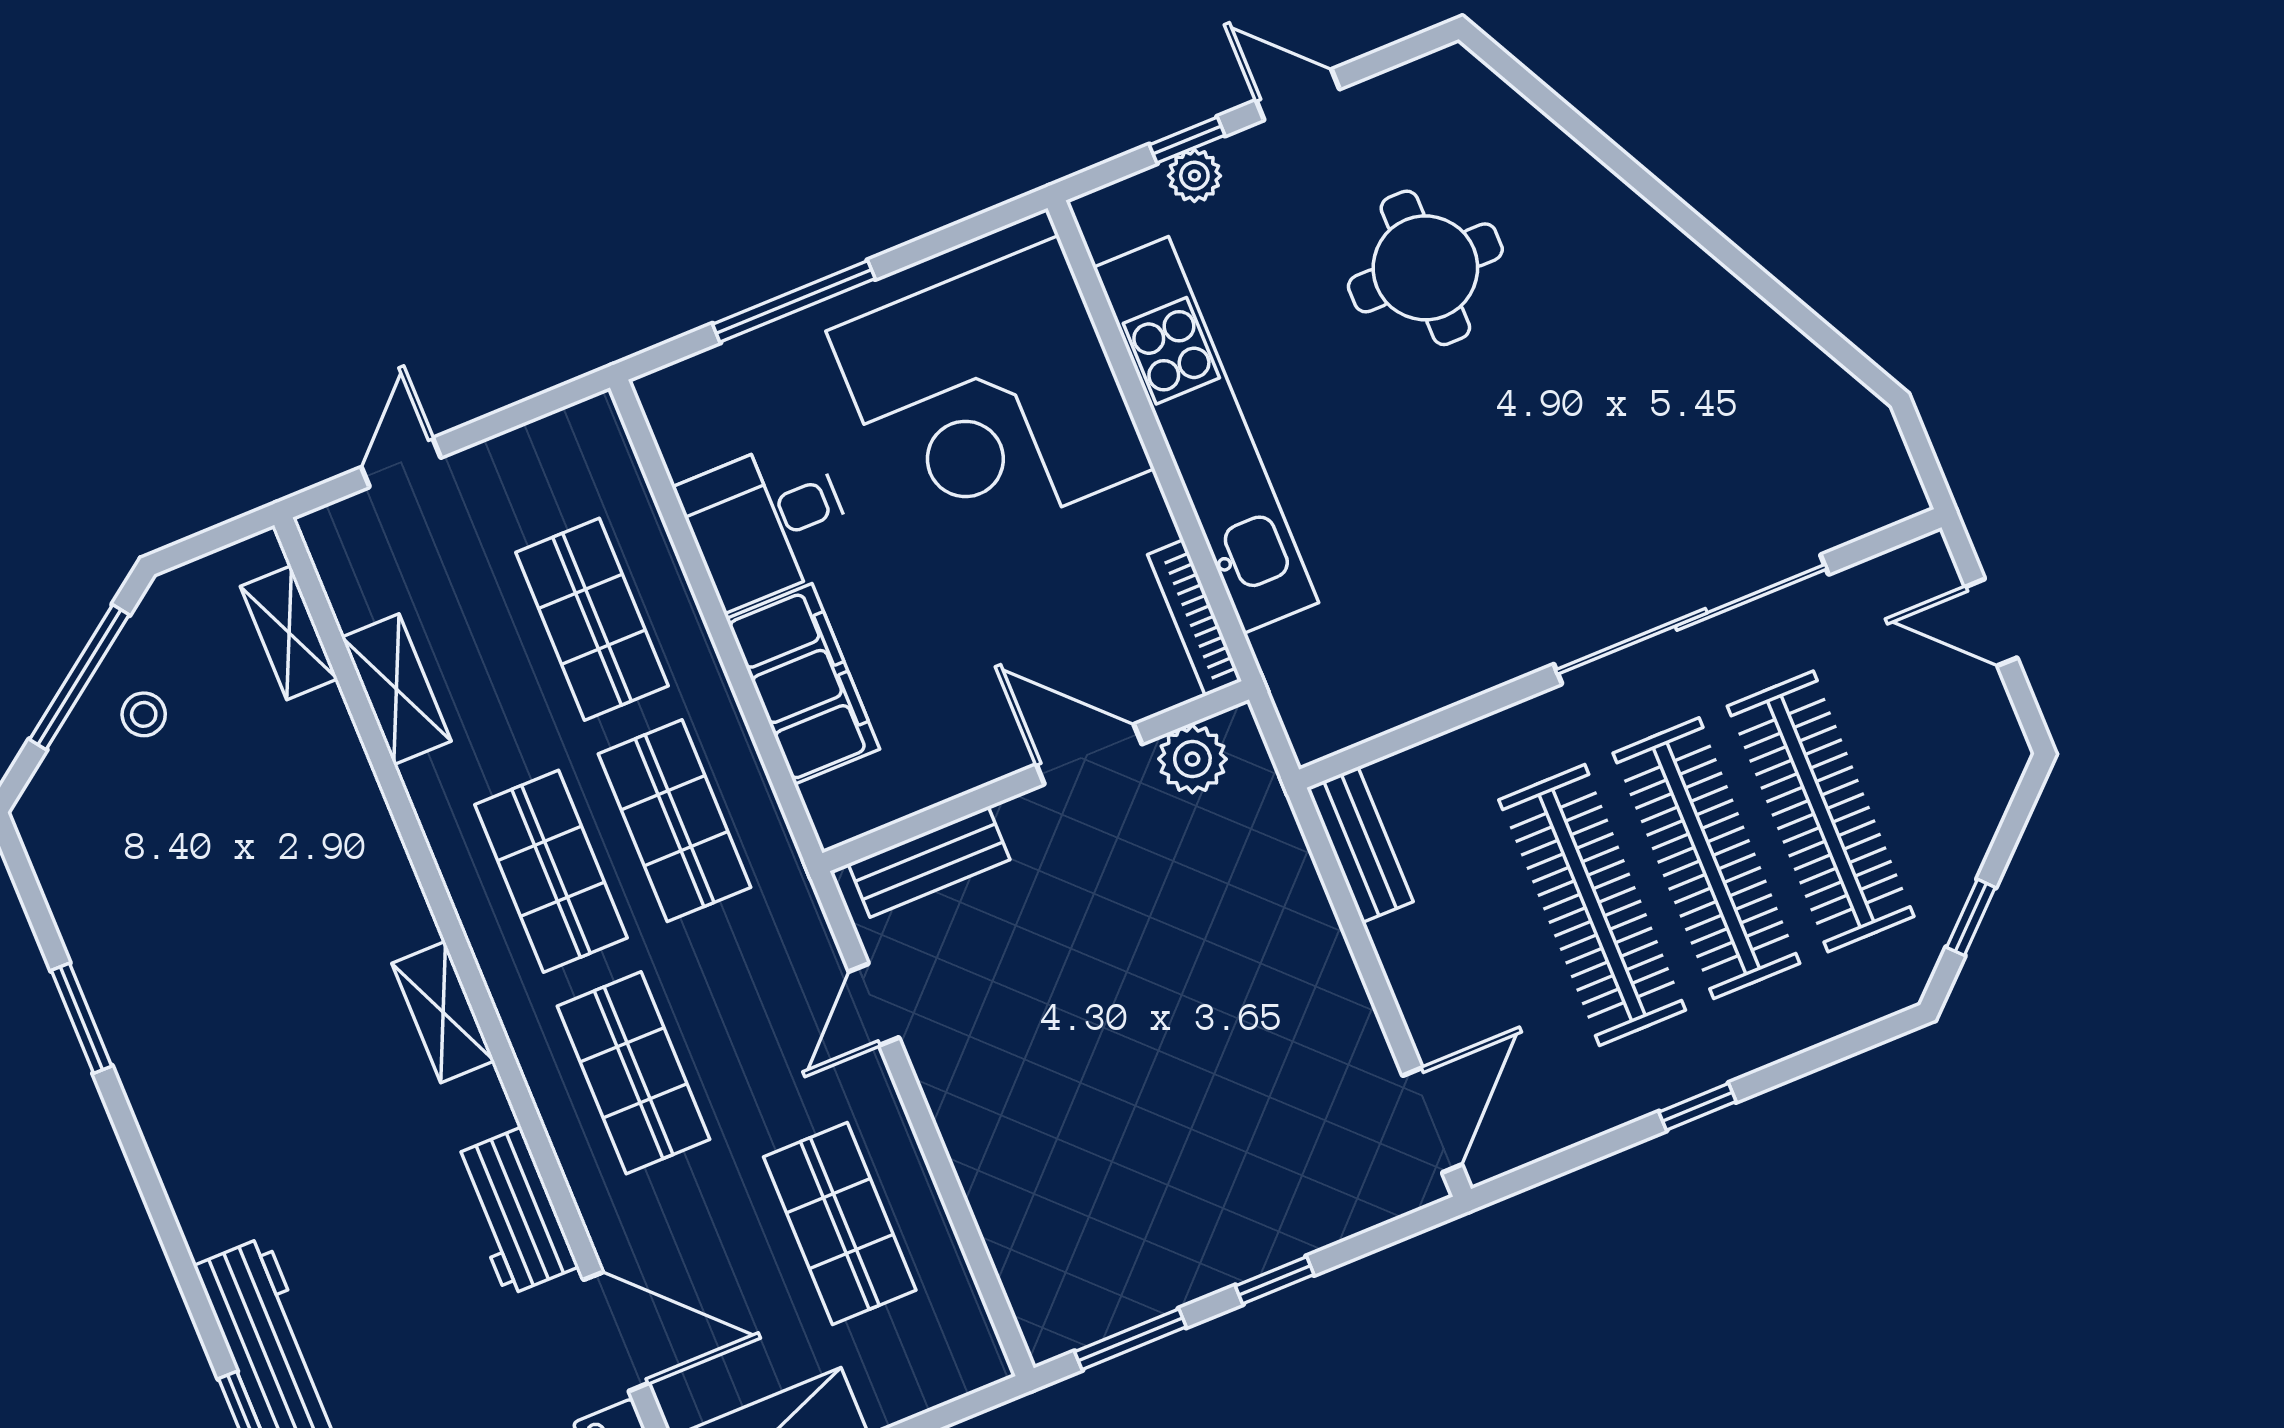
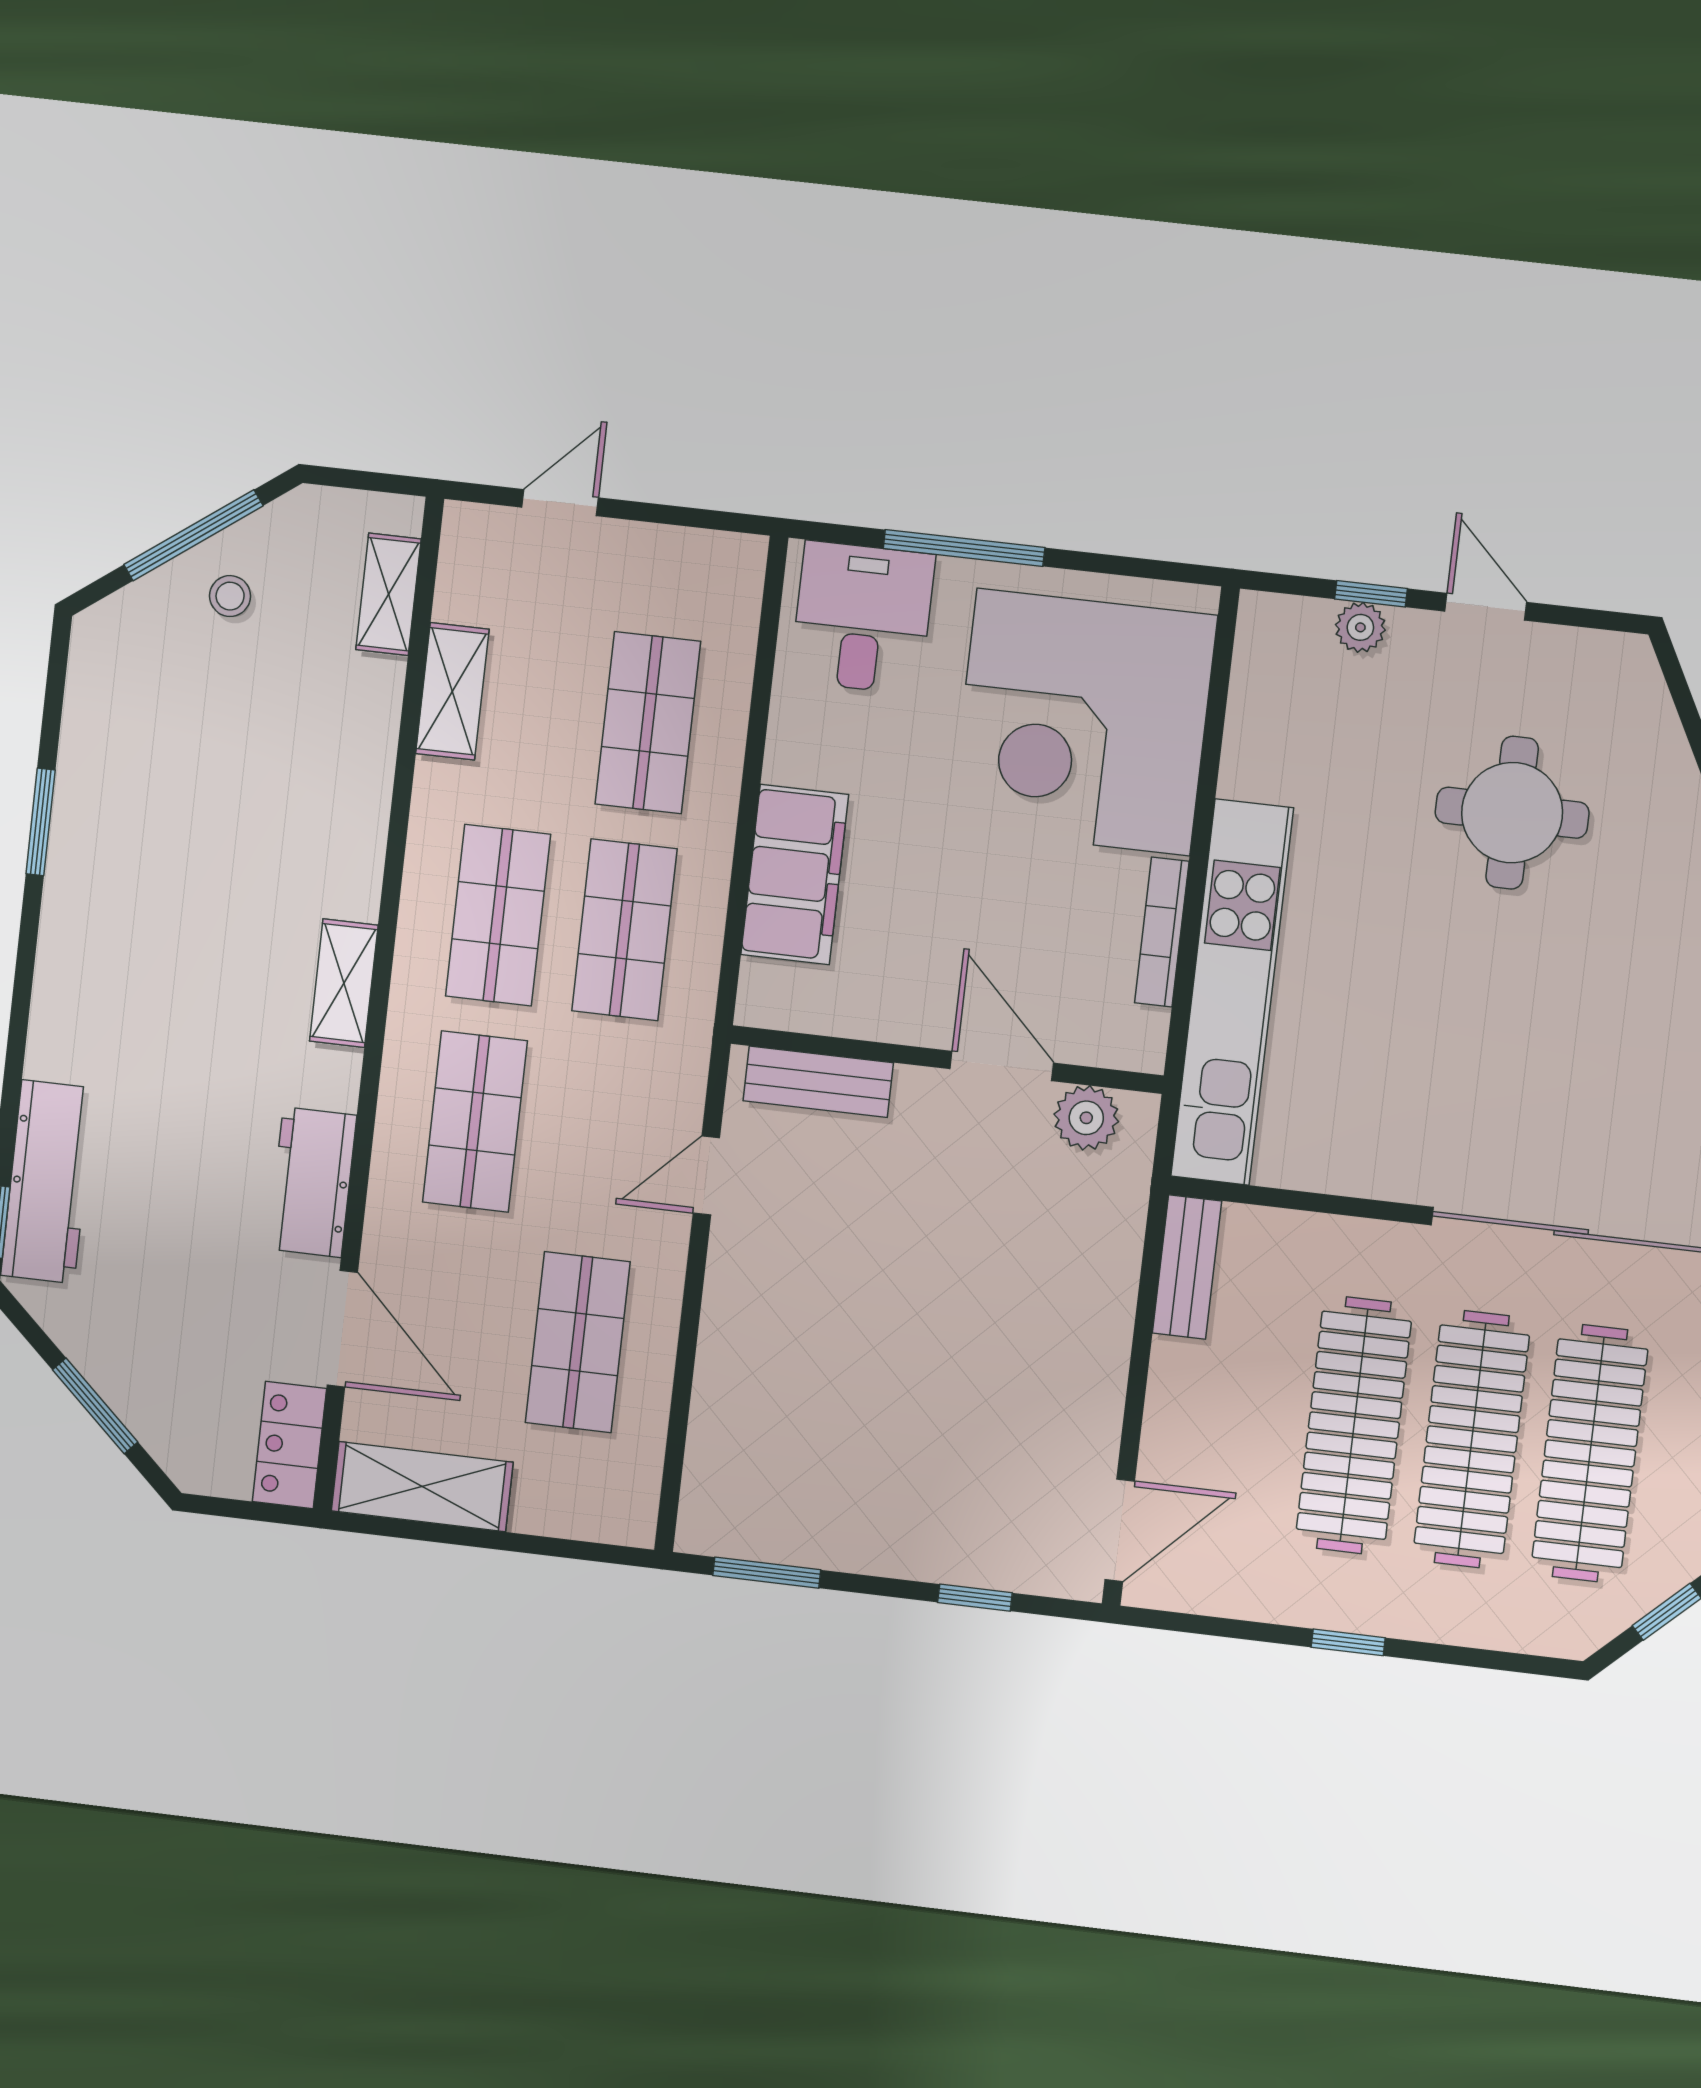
kitchen unit: (1206, 435) -> (1232, 992), moved
desk: (767, 522) -> (863, 618), moved, turned 90
bookcase: (1195, 618) -> (1162, 932), moved
window: (1275, 1280) -> (975, 1598), moved

